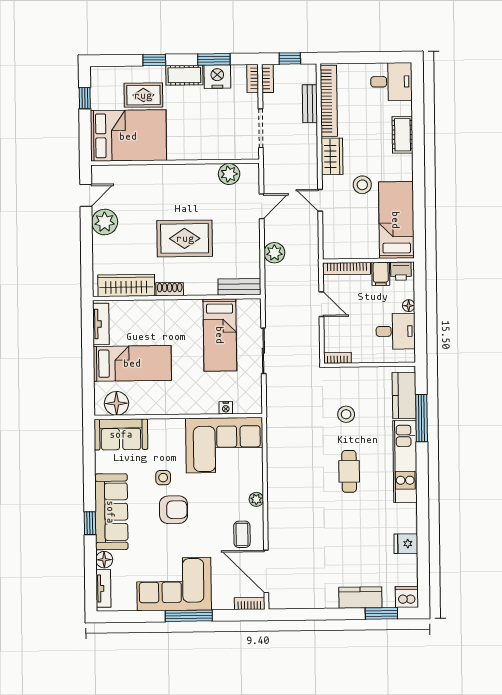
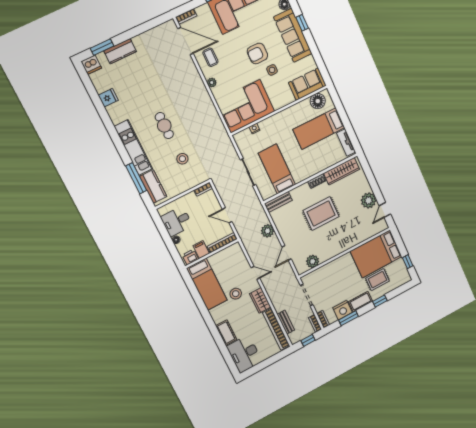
desk: (391, 82) -> (244, 354), width x1.37

